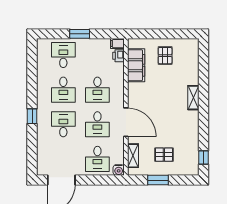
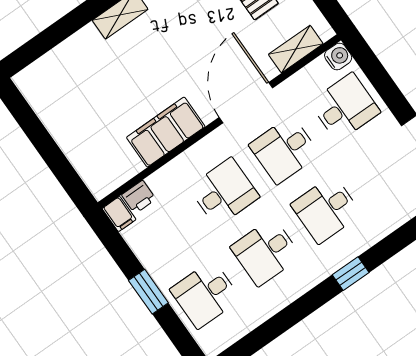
pallet: (165, 56) -> (81, 116), removed
filing cabinet: (136, 65) -> (166, 132), moved
desk: (63, 90) -> (266, 252), turned 180
desk: (97, 124) -> (284, 150), turned 180

